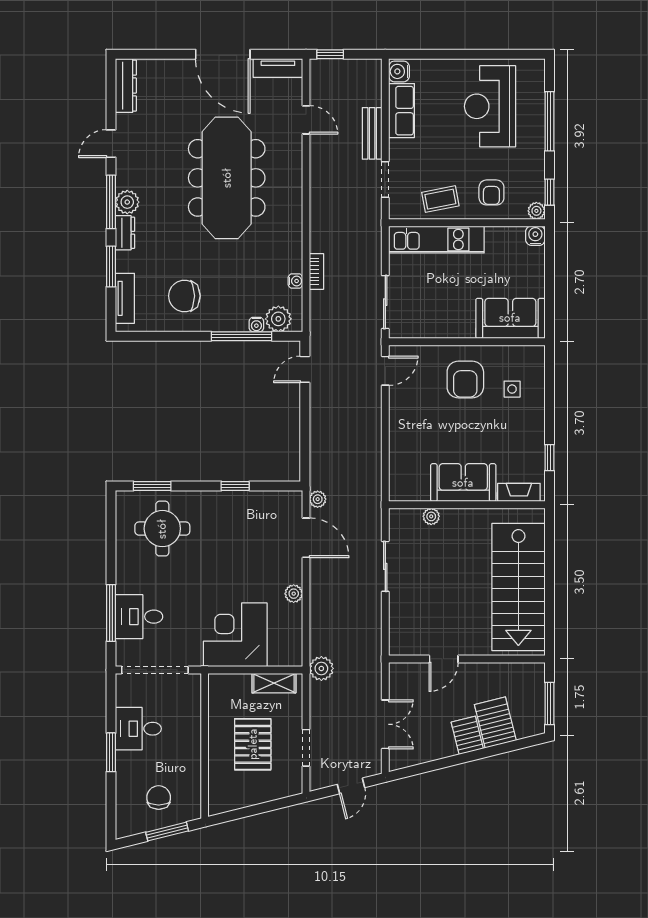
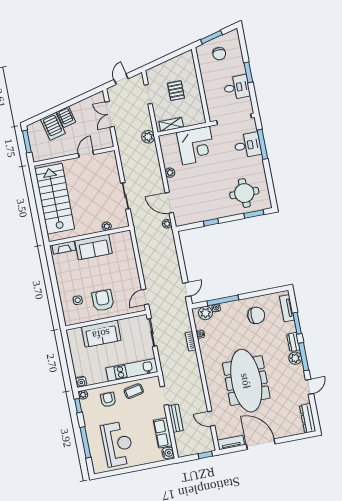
sofa: (510, 318) -> (101, 334), moved
window: (549, 458) -> (52, 269), removed
pallet: (253, 744) -> (176, 91), width x0.67, depth x0.71

